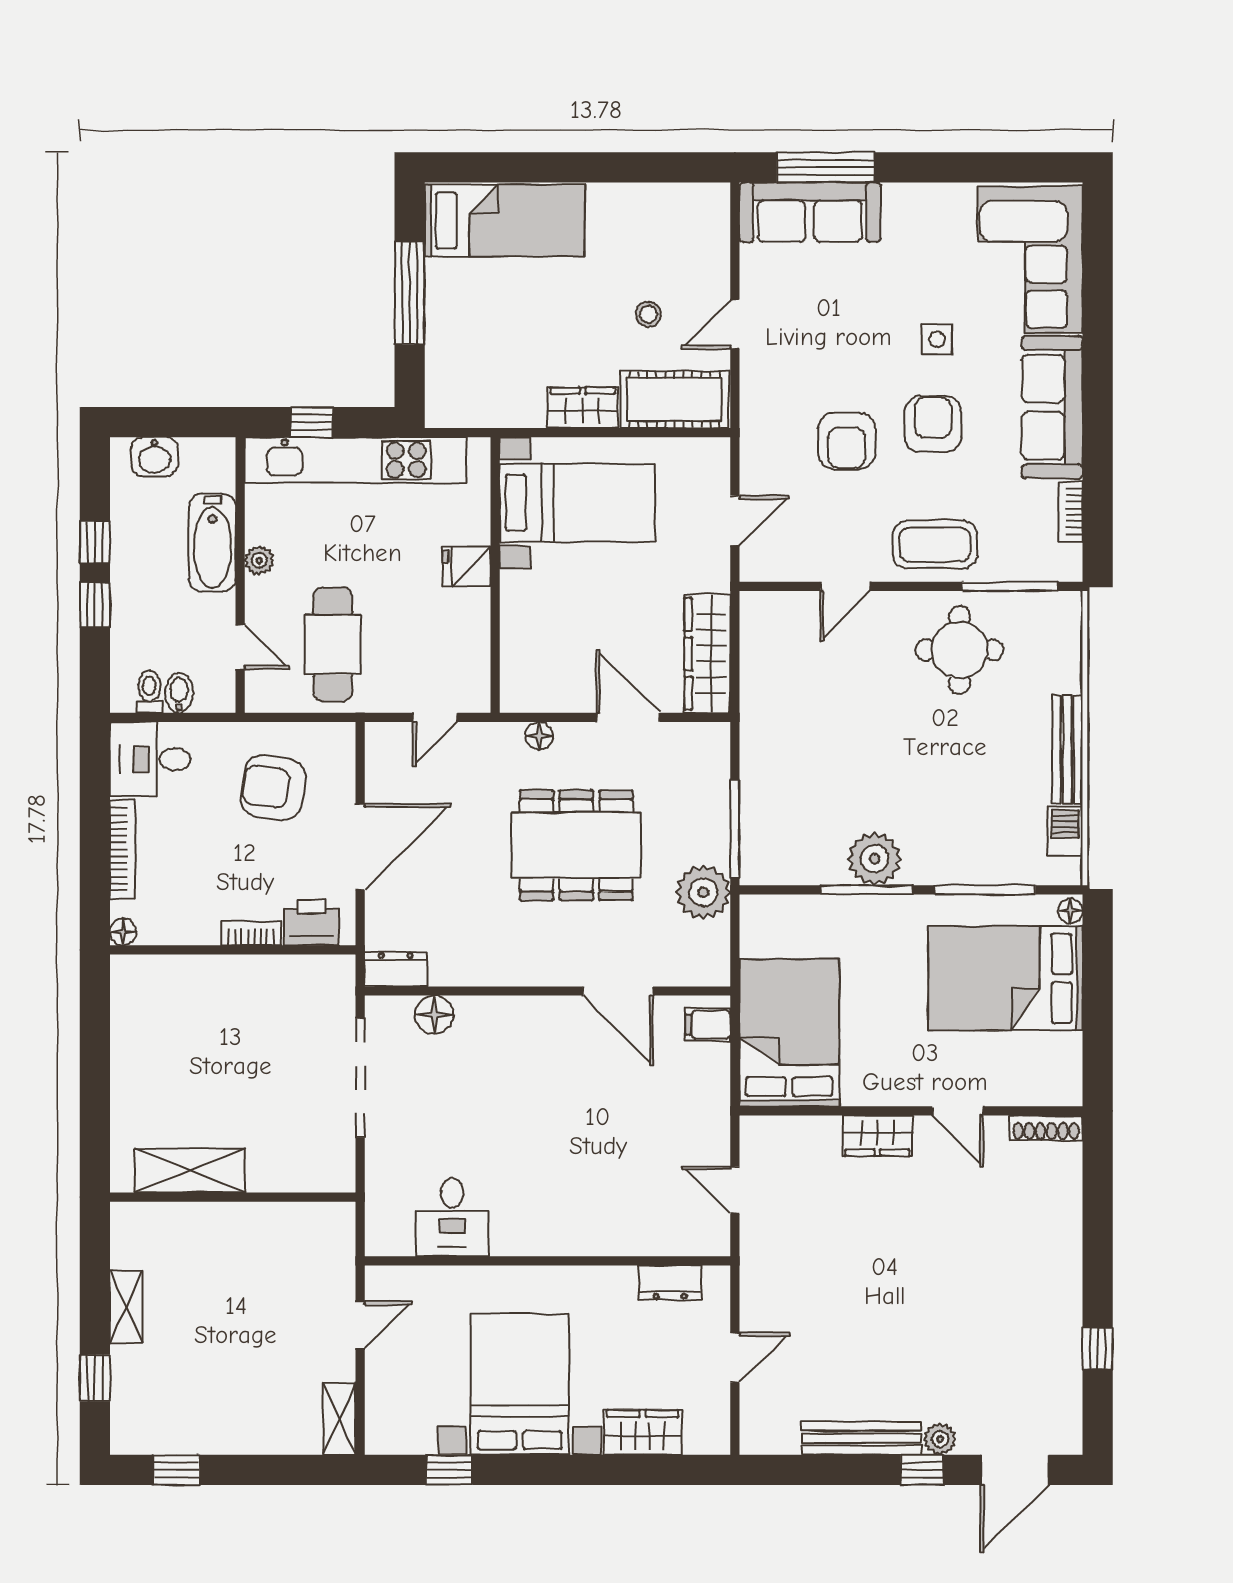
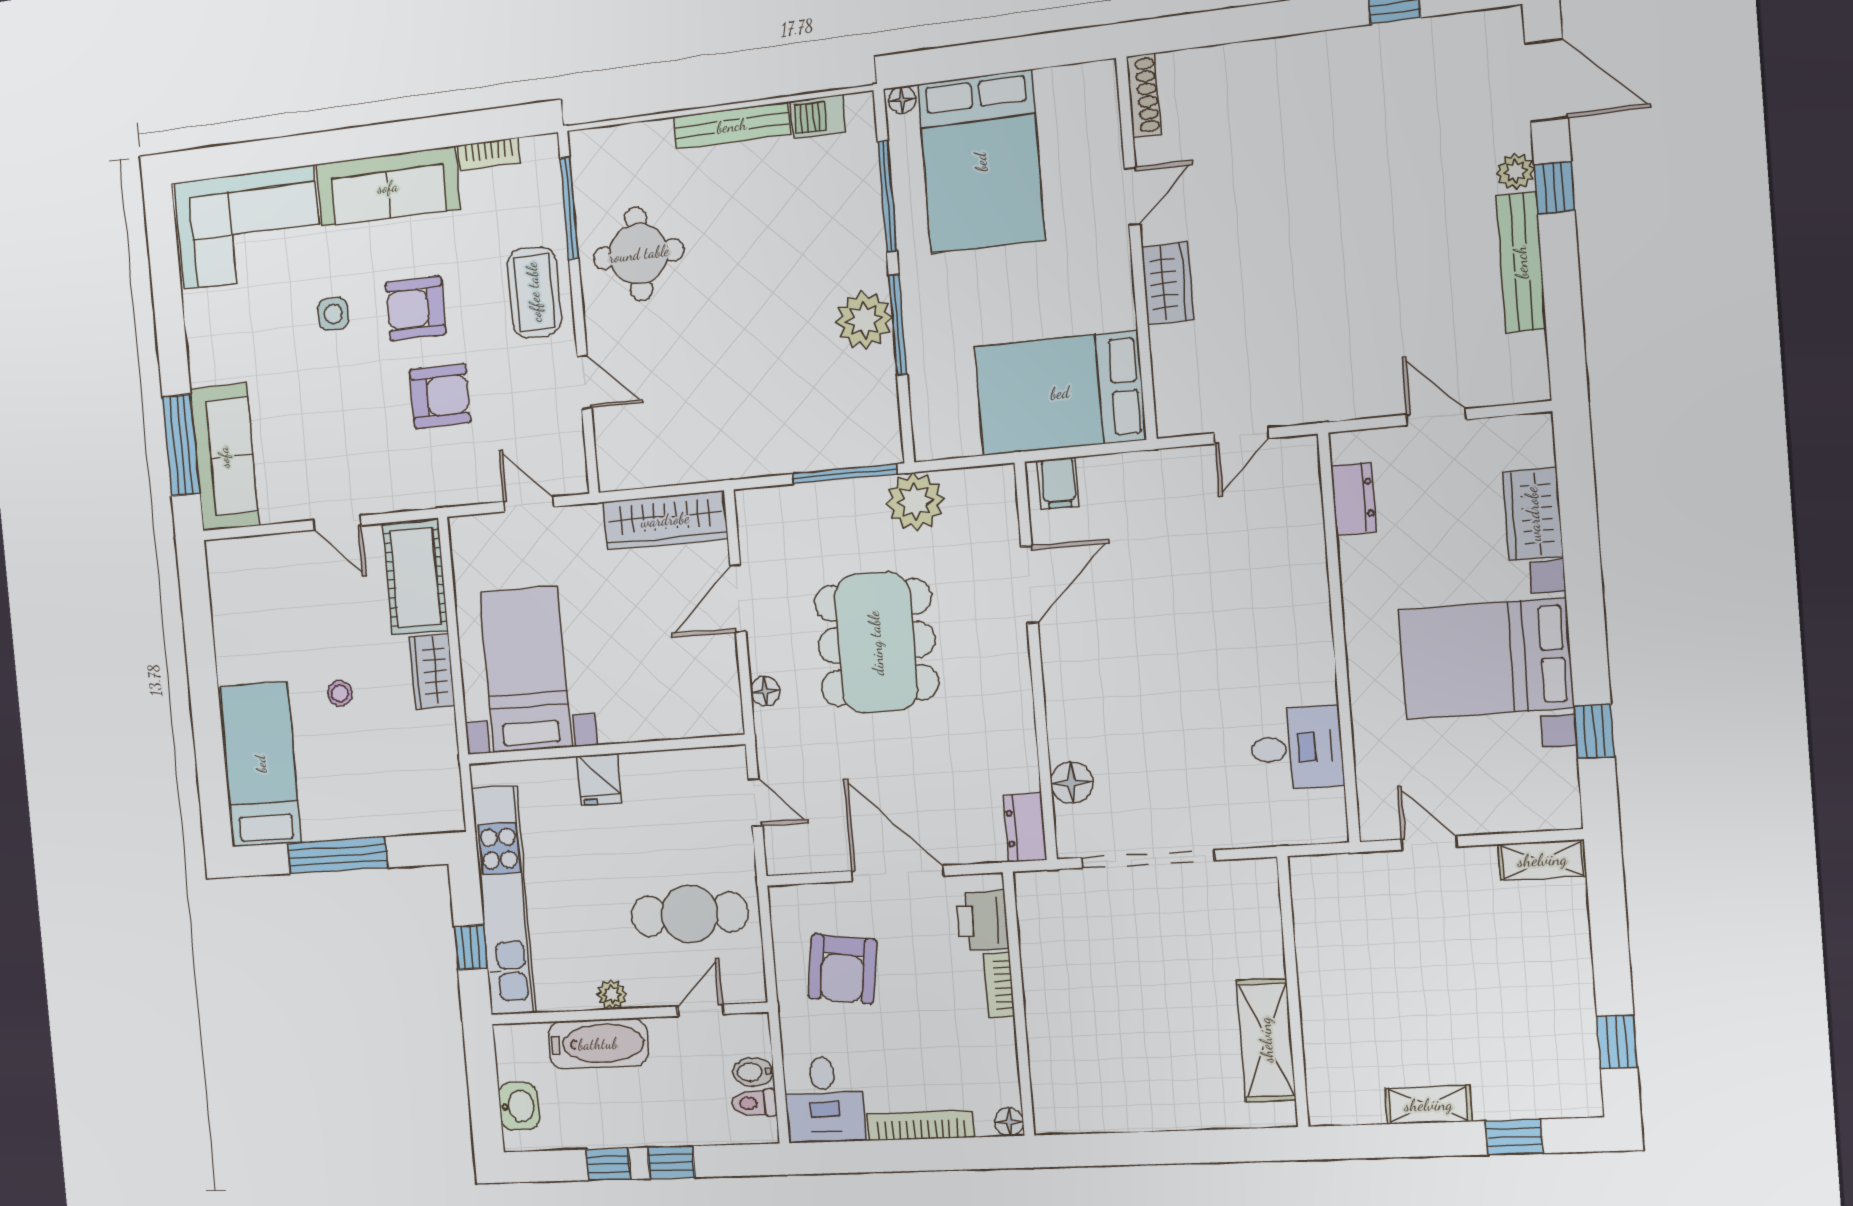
stool: (648, 314) -> (340, 693), moved

